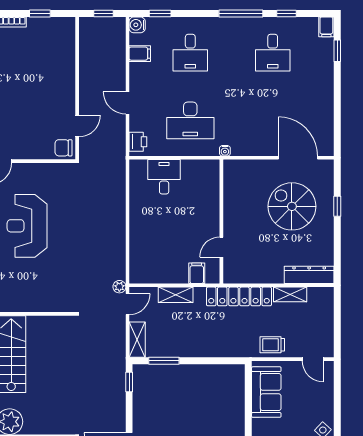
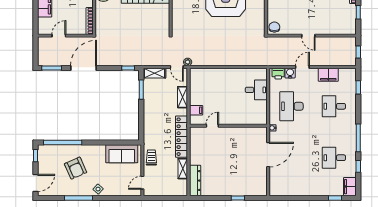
water cooler: (137, 25) -> (290, 73), moved
filing cabinet: (326, 27) -> (350, 187), width x2.00
filing cabinet: (140, 54) -> (328, 75), width x2.00
door: (77, 126) -> (308, 36), moved
door: (298, 158) -> (268, 155), moved
spiral stairs: (292, 206) -> (238, 170), removed
door: (221, 247) -> (212, 126), hinge flipped

